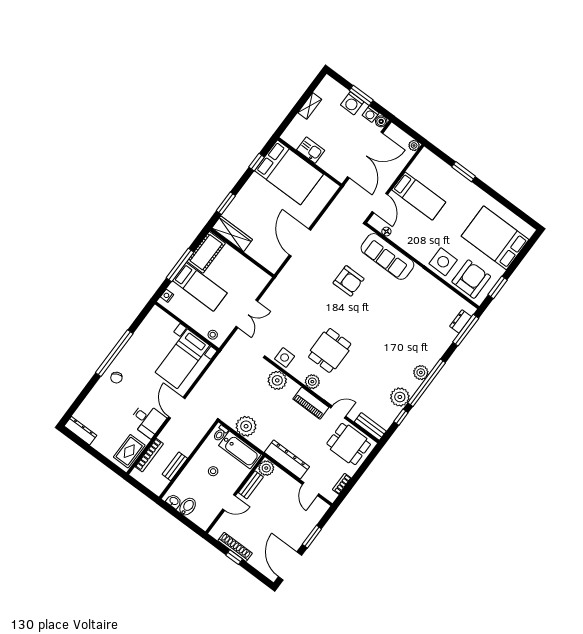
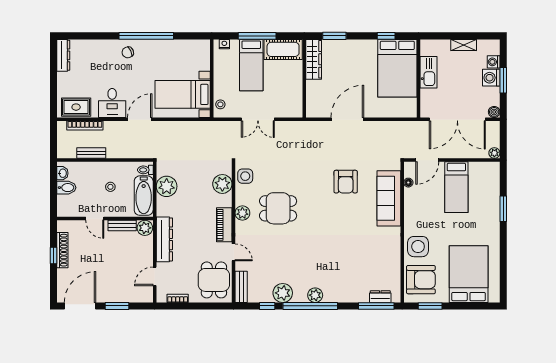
washing machine: (371, 114) -> (494, 62), moved
kitchen sink: (311, 150) -> (428, 72), width x1.38

